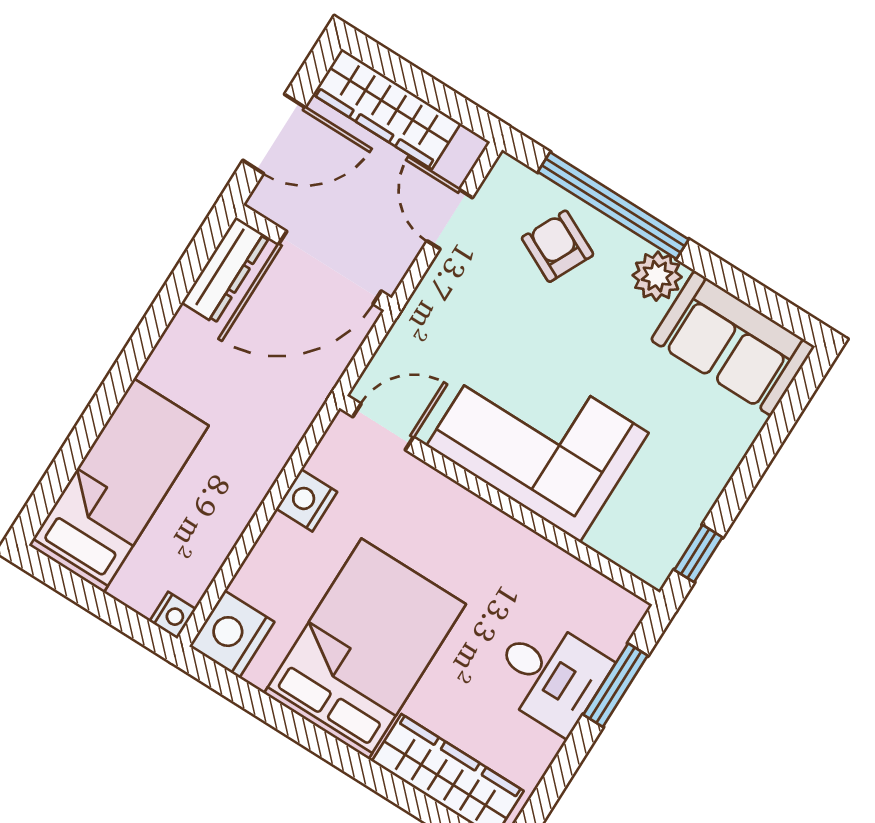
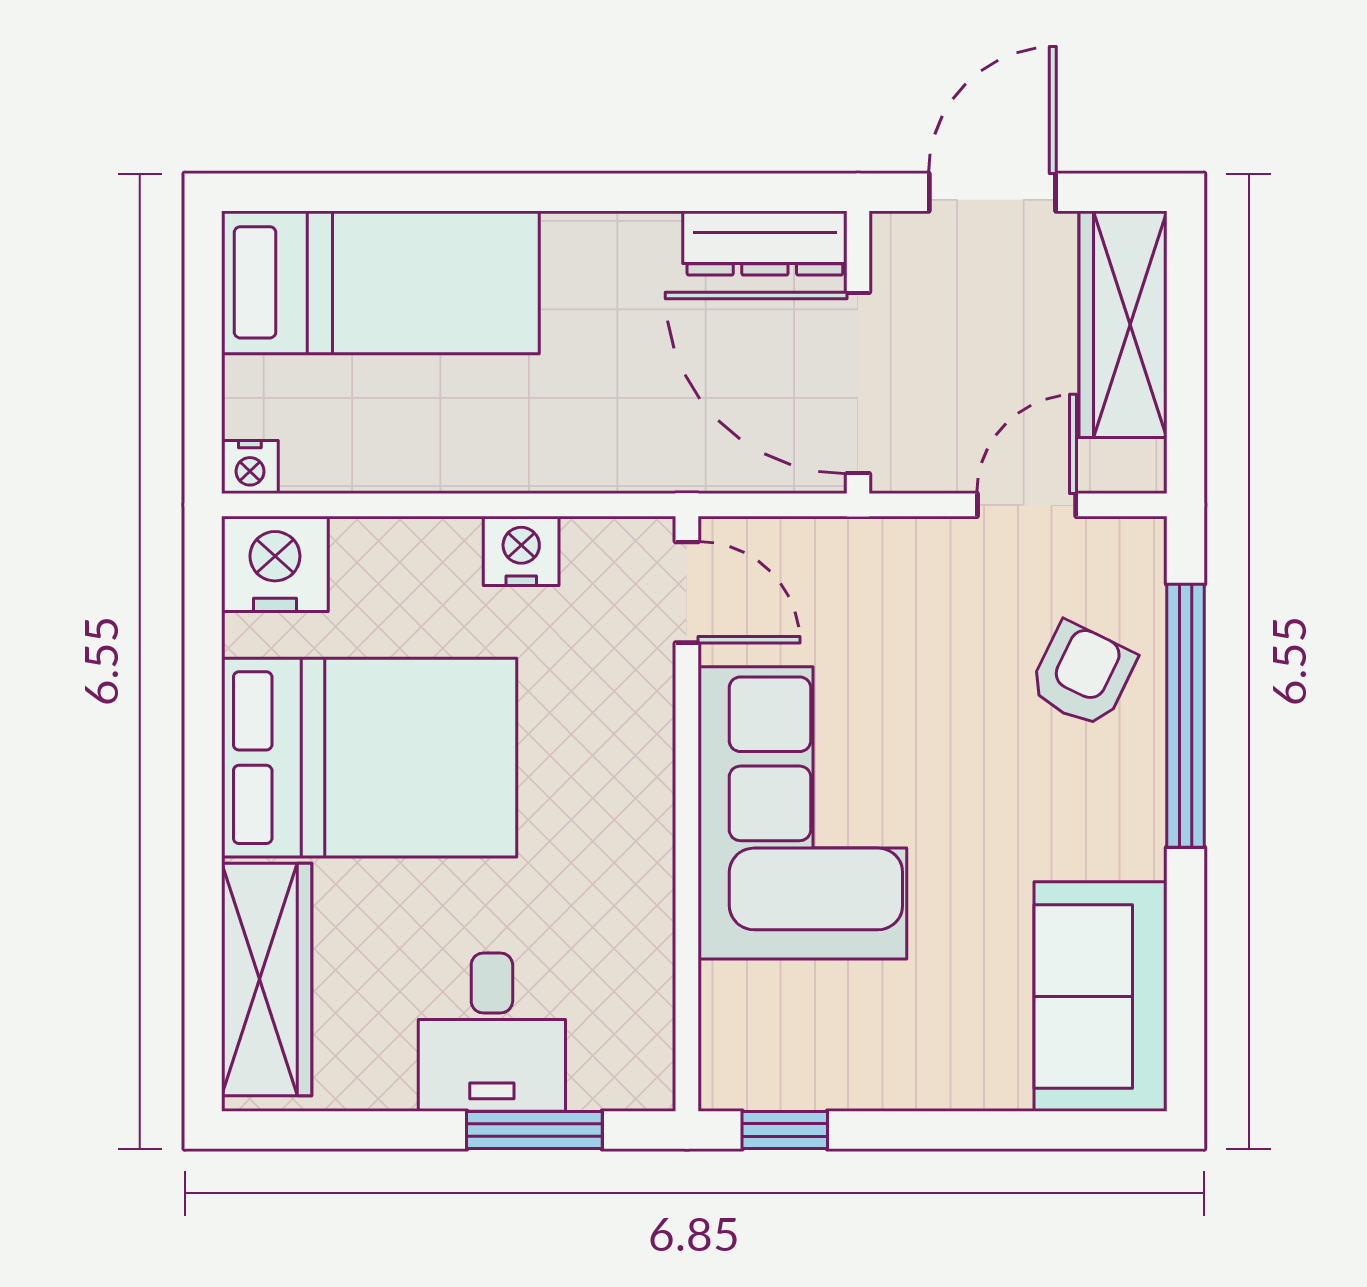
door: (274, 134) -> (992, 192), swing flipped
plant: (657, 276) -> (1127, 836), removed

